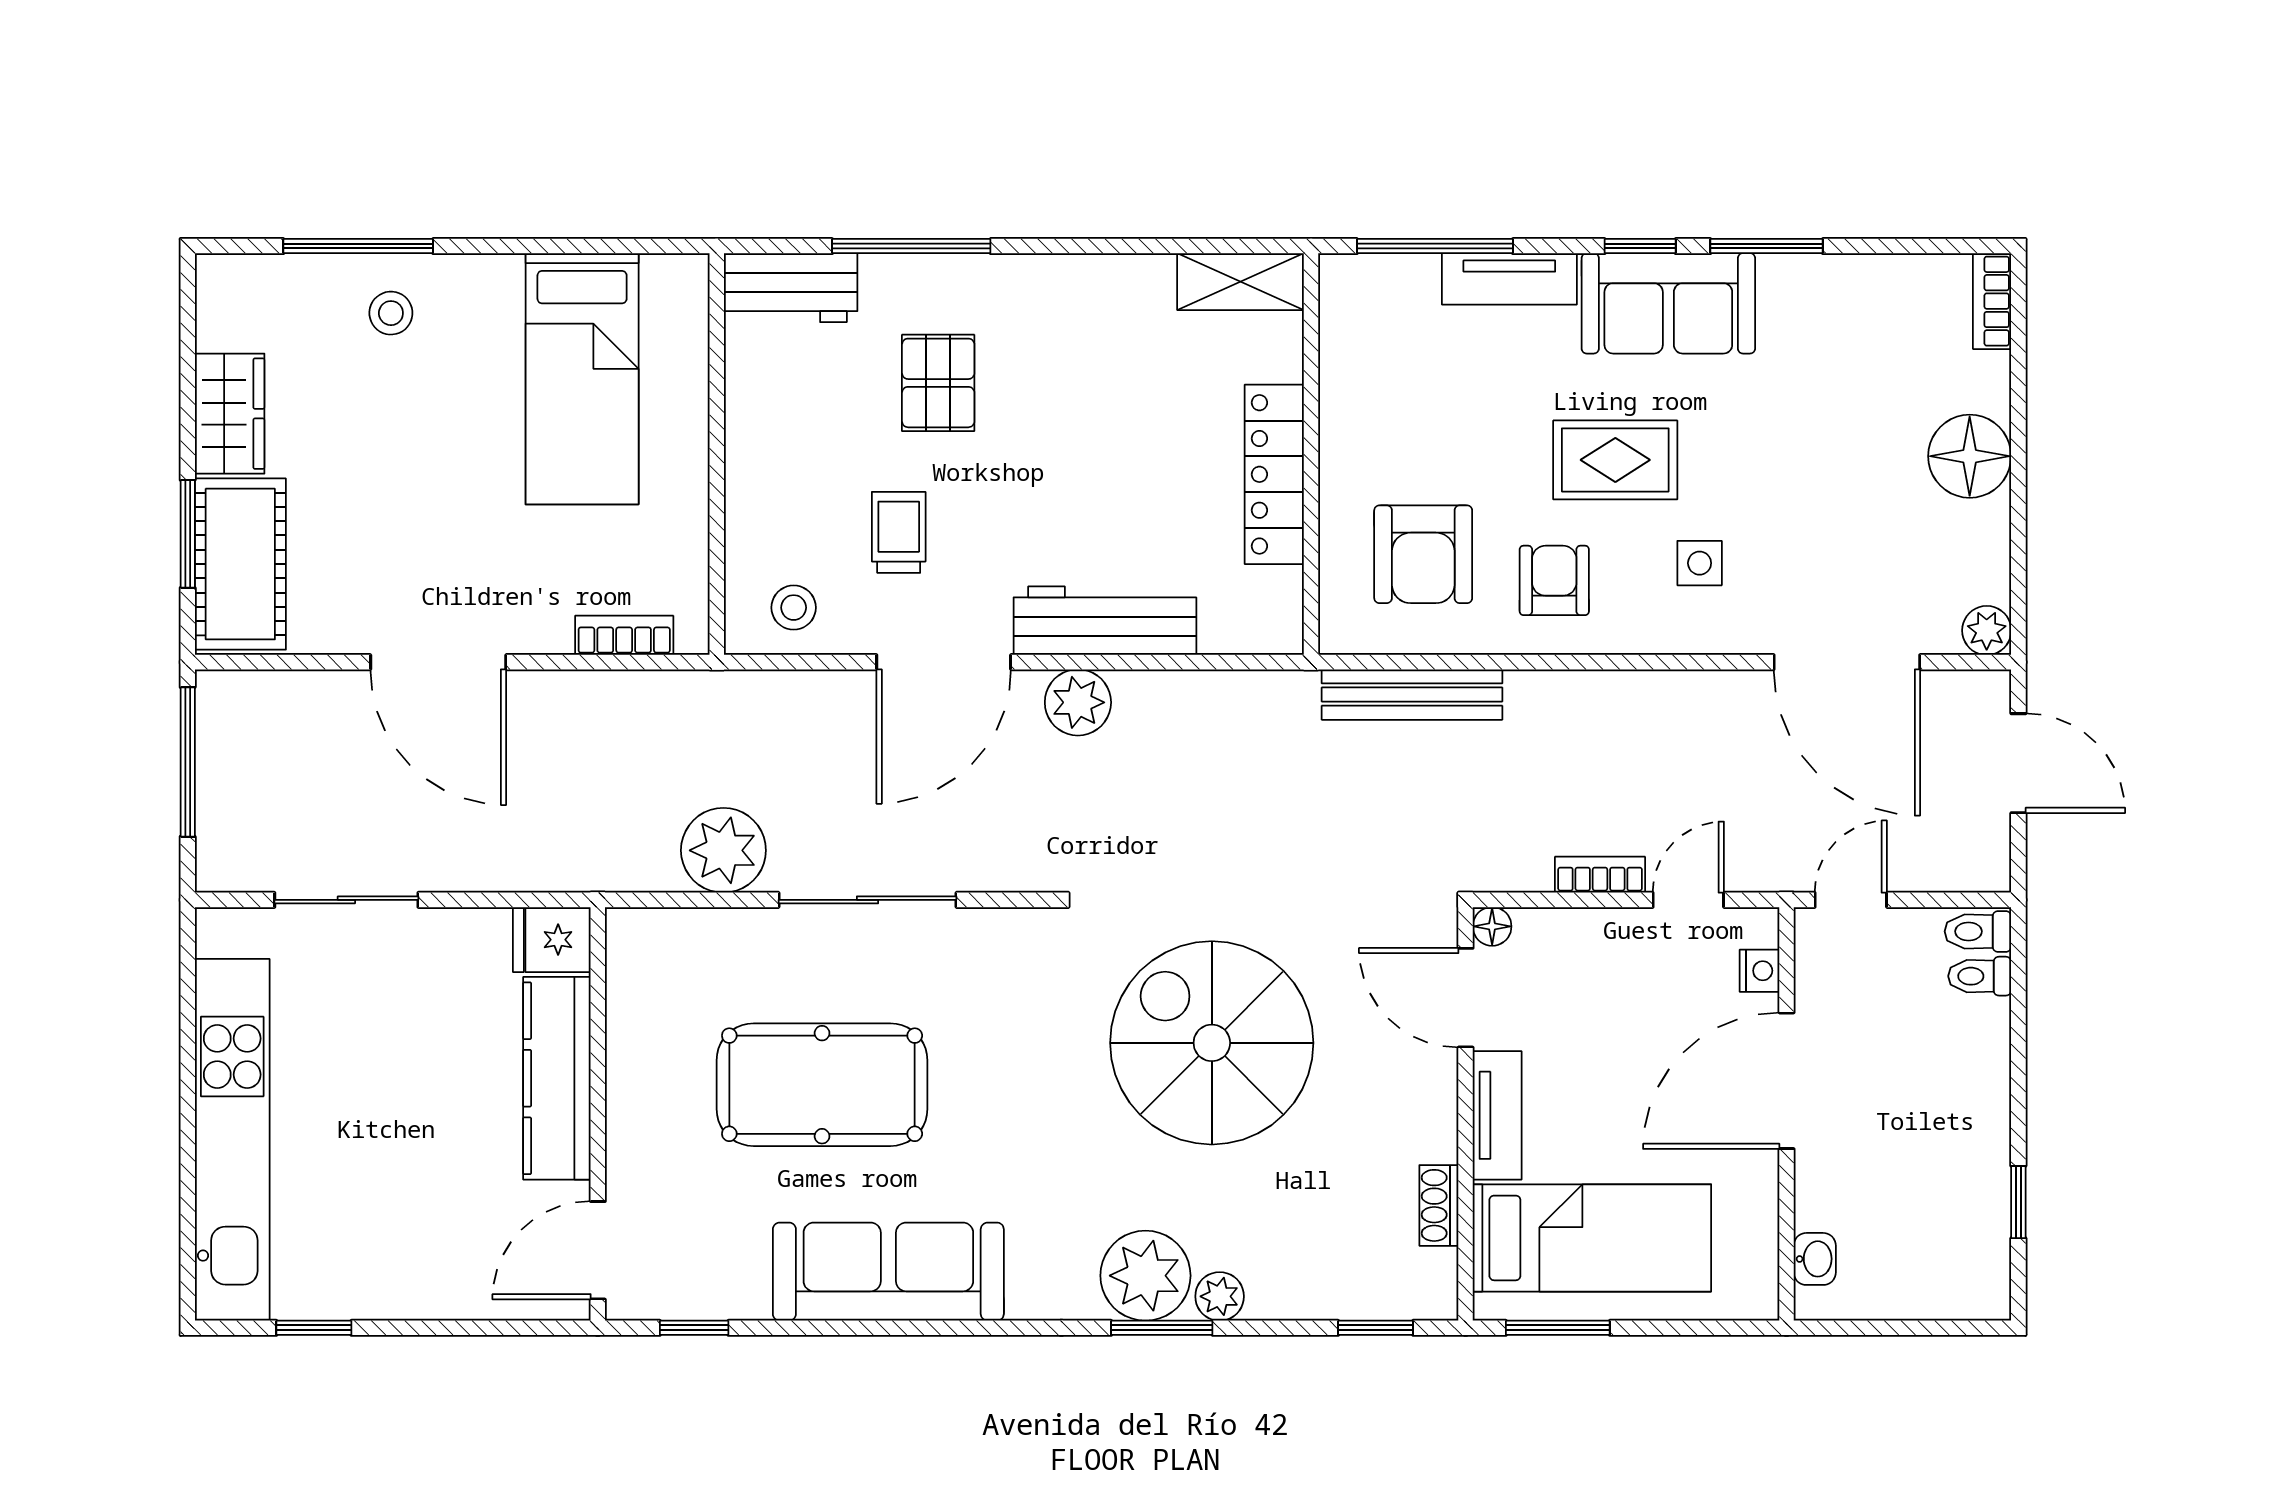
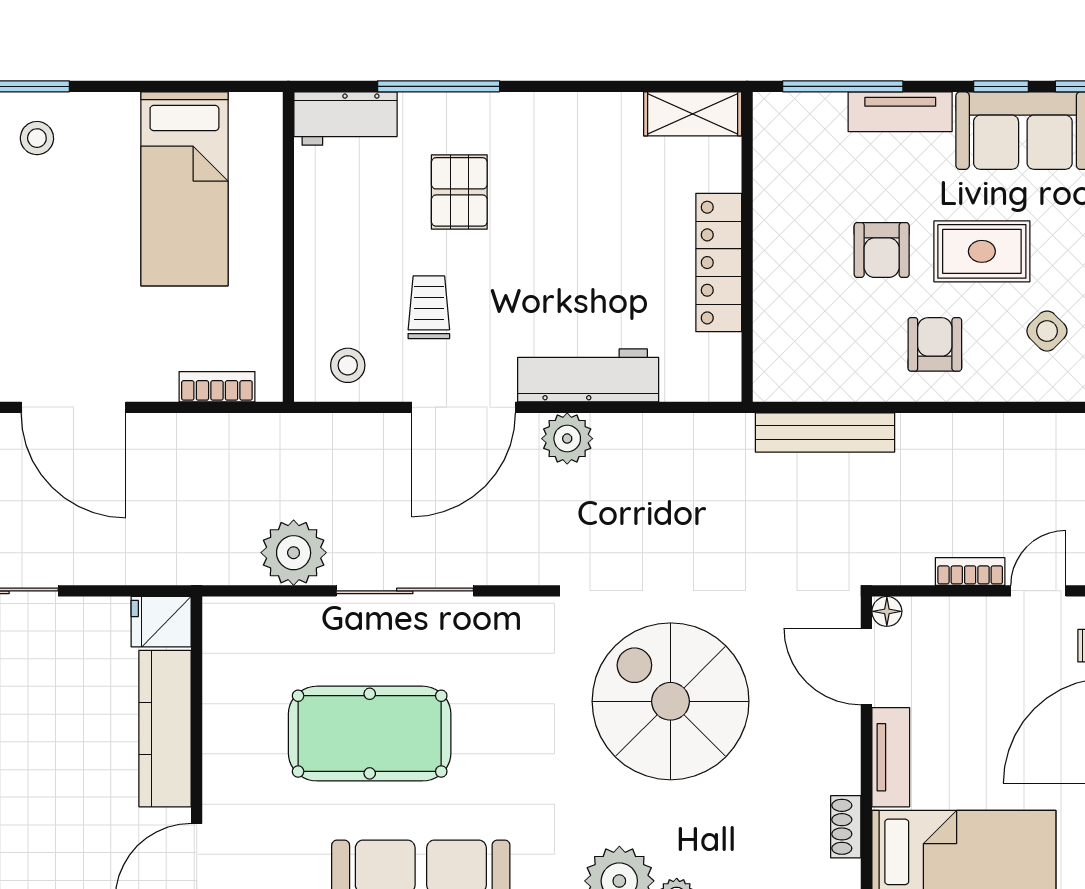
armchair: (1423, 554) -> (882, 250), moved, width x0.72, depth x0.72
side table: (1700, 563) -> (1047, 331), turned 45

